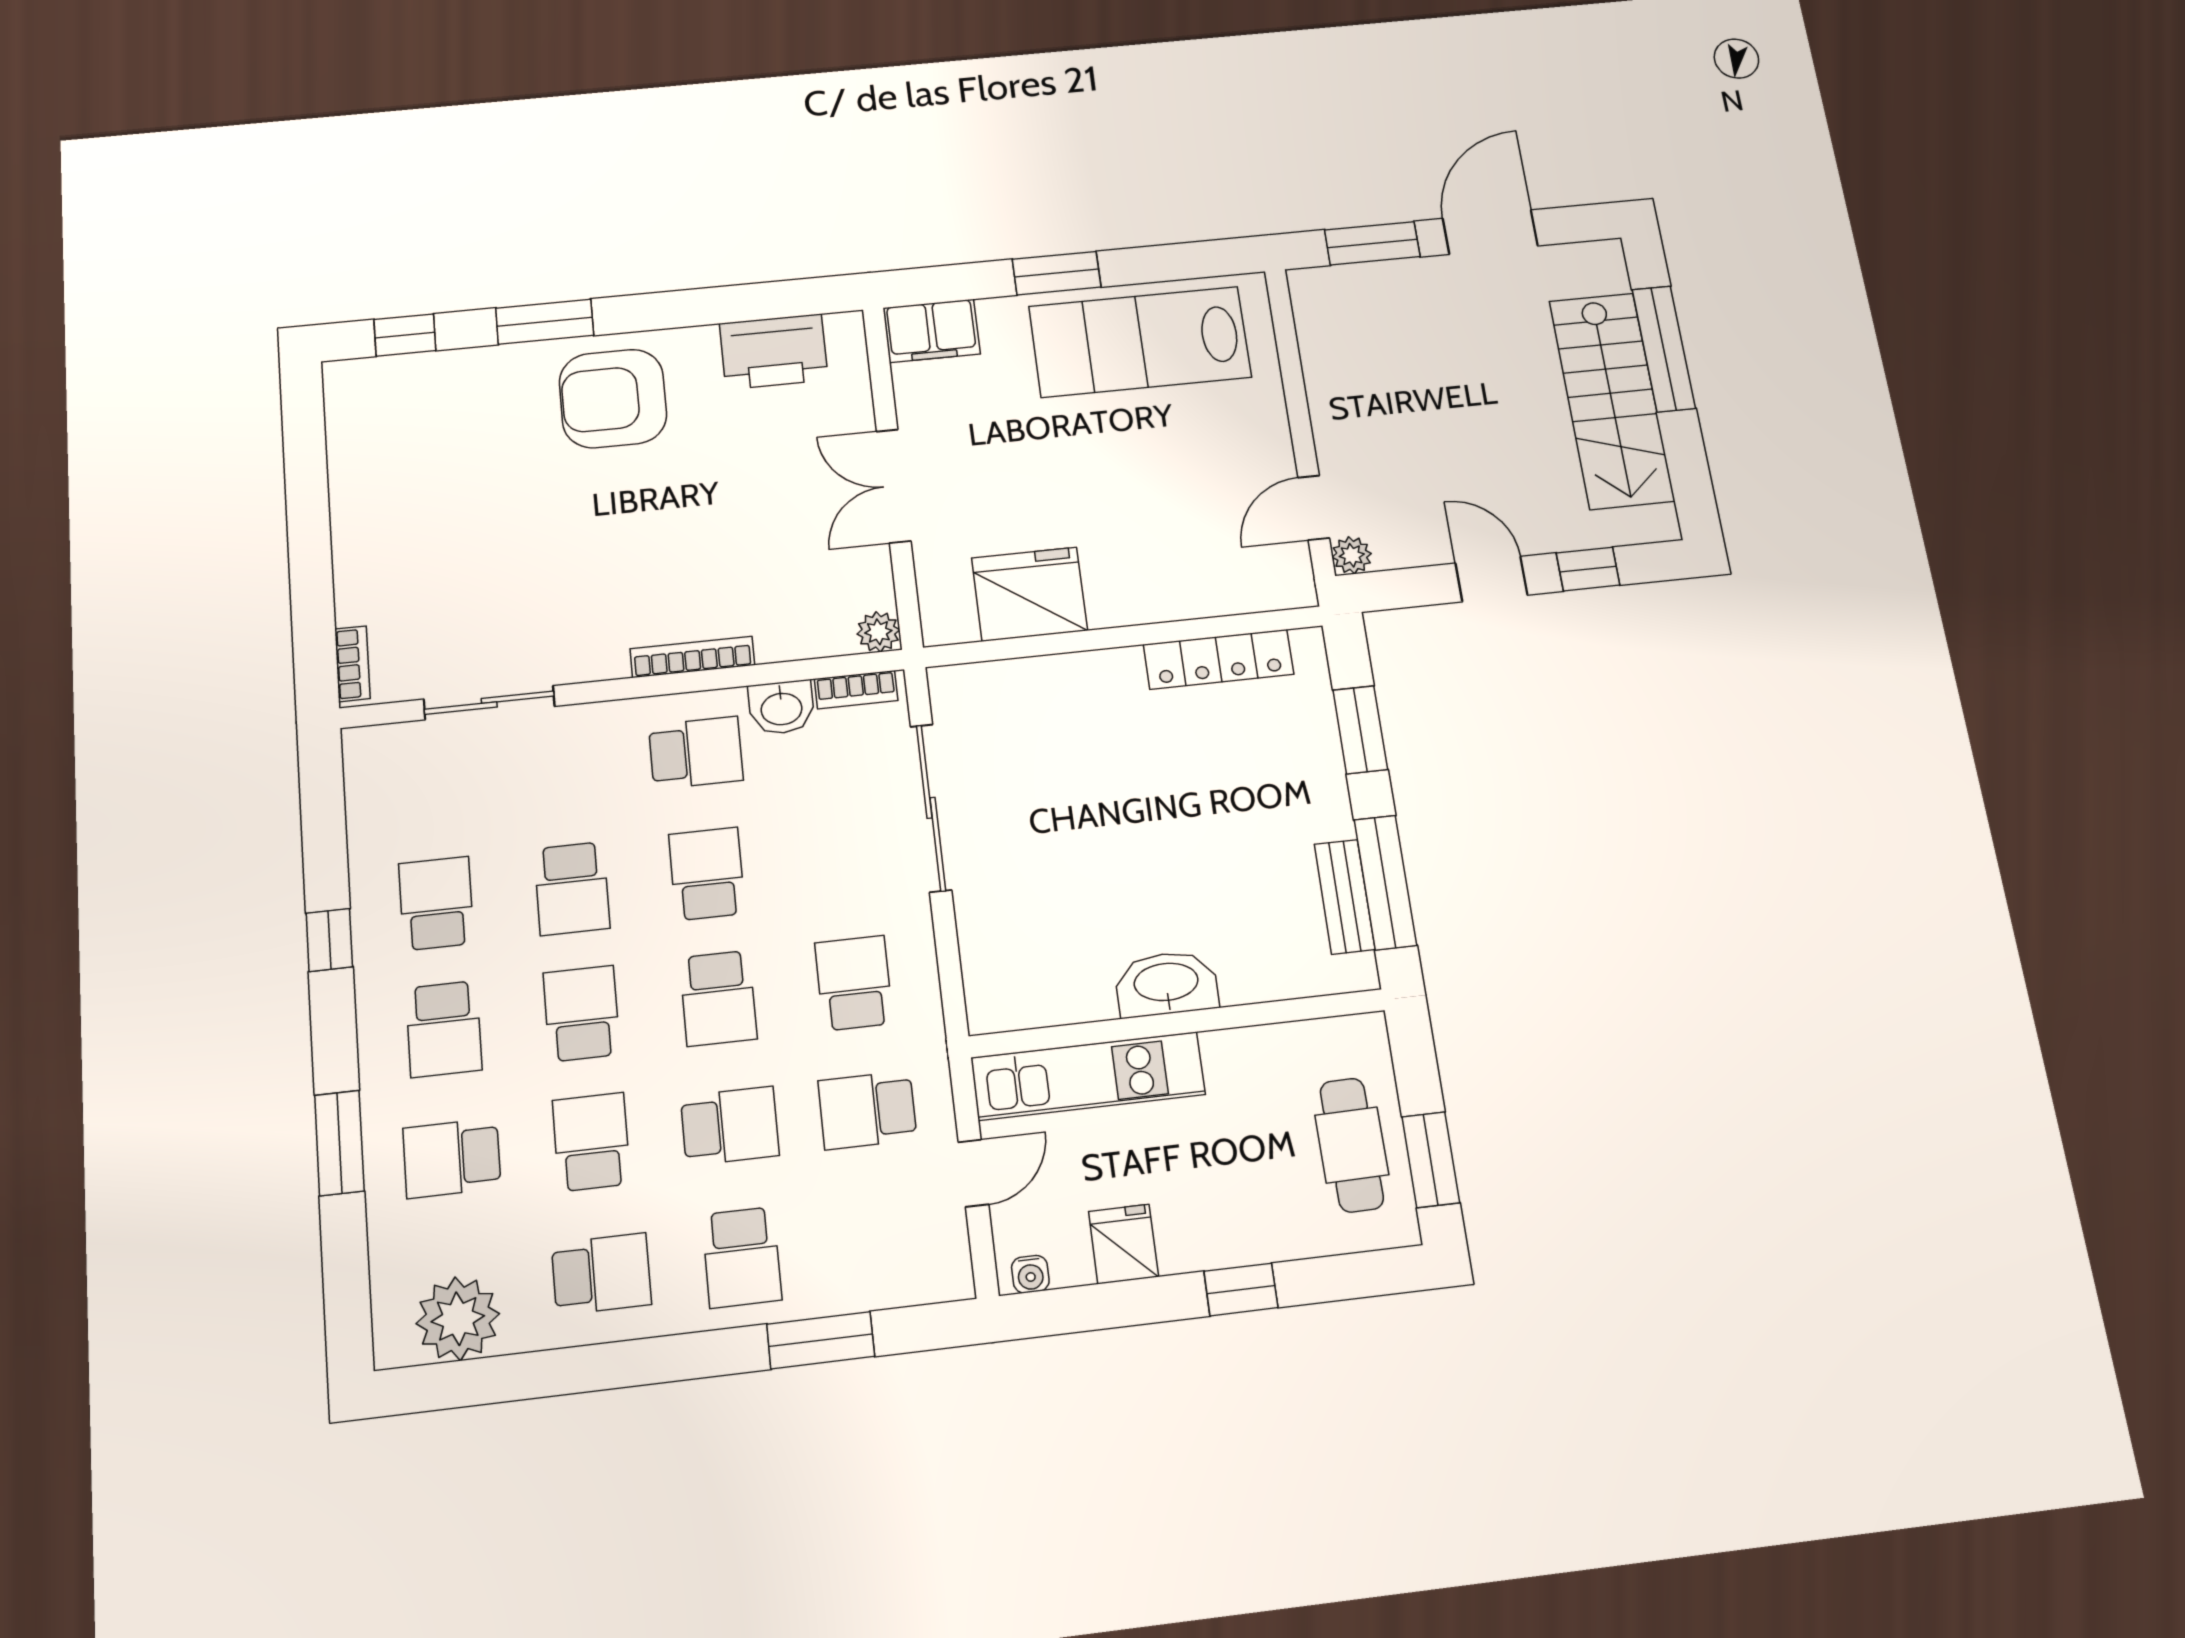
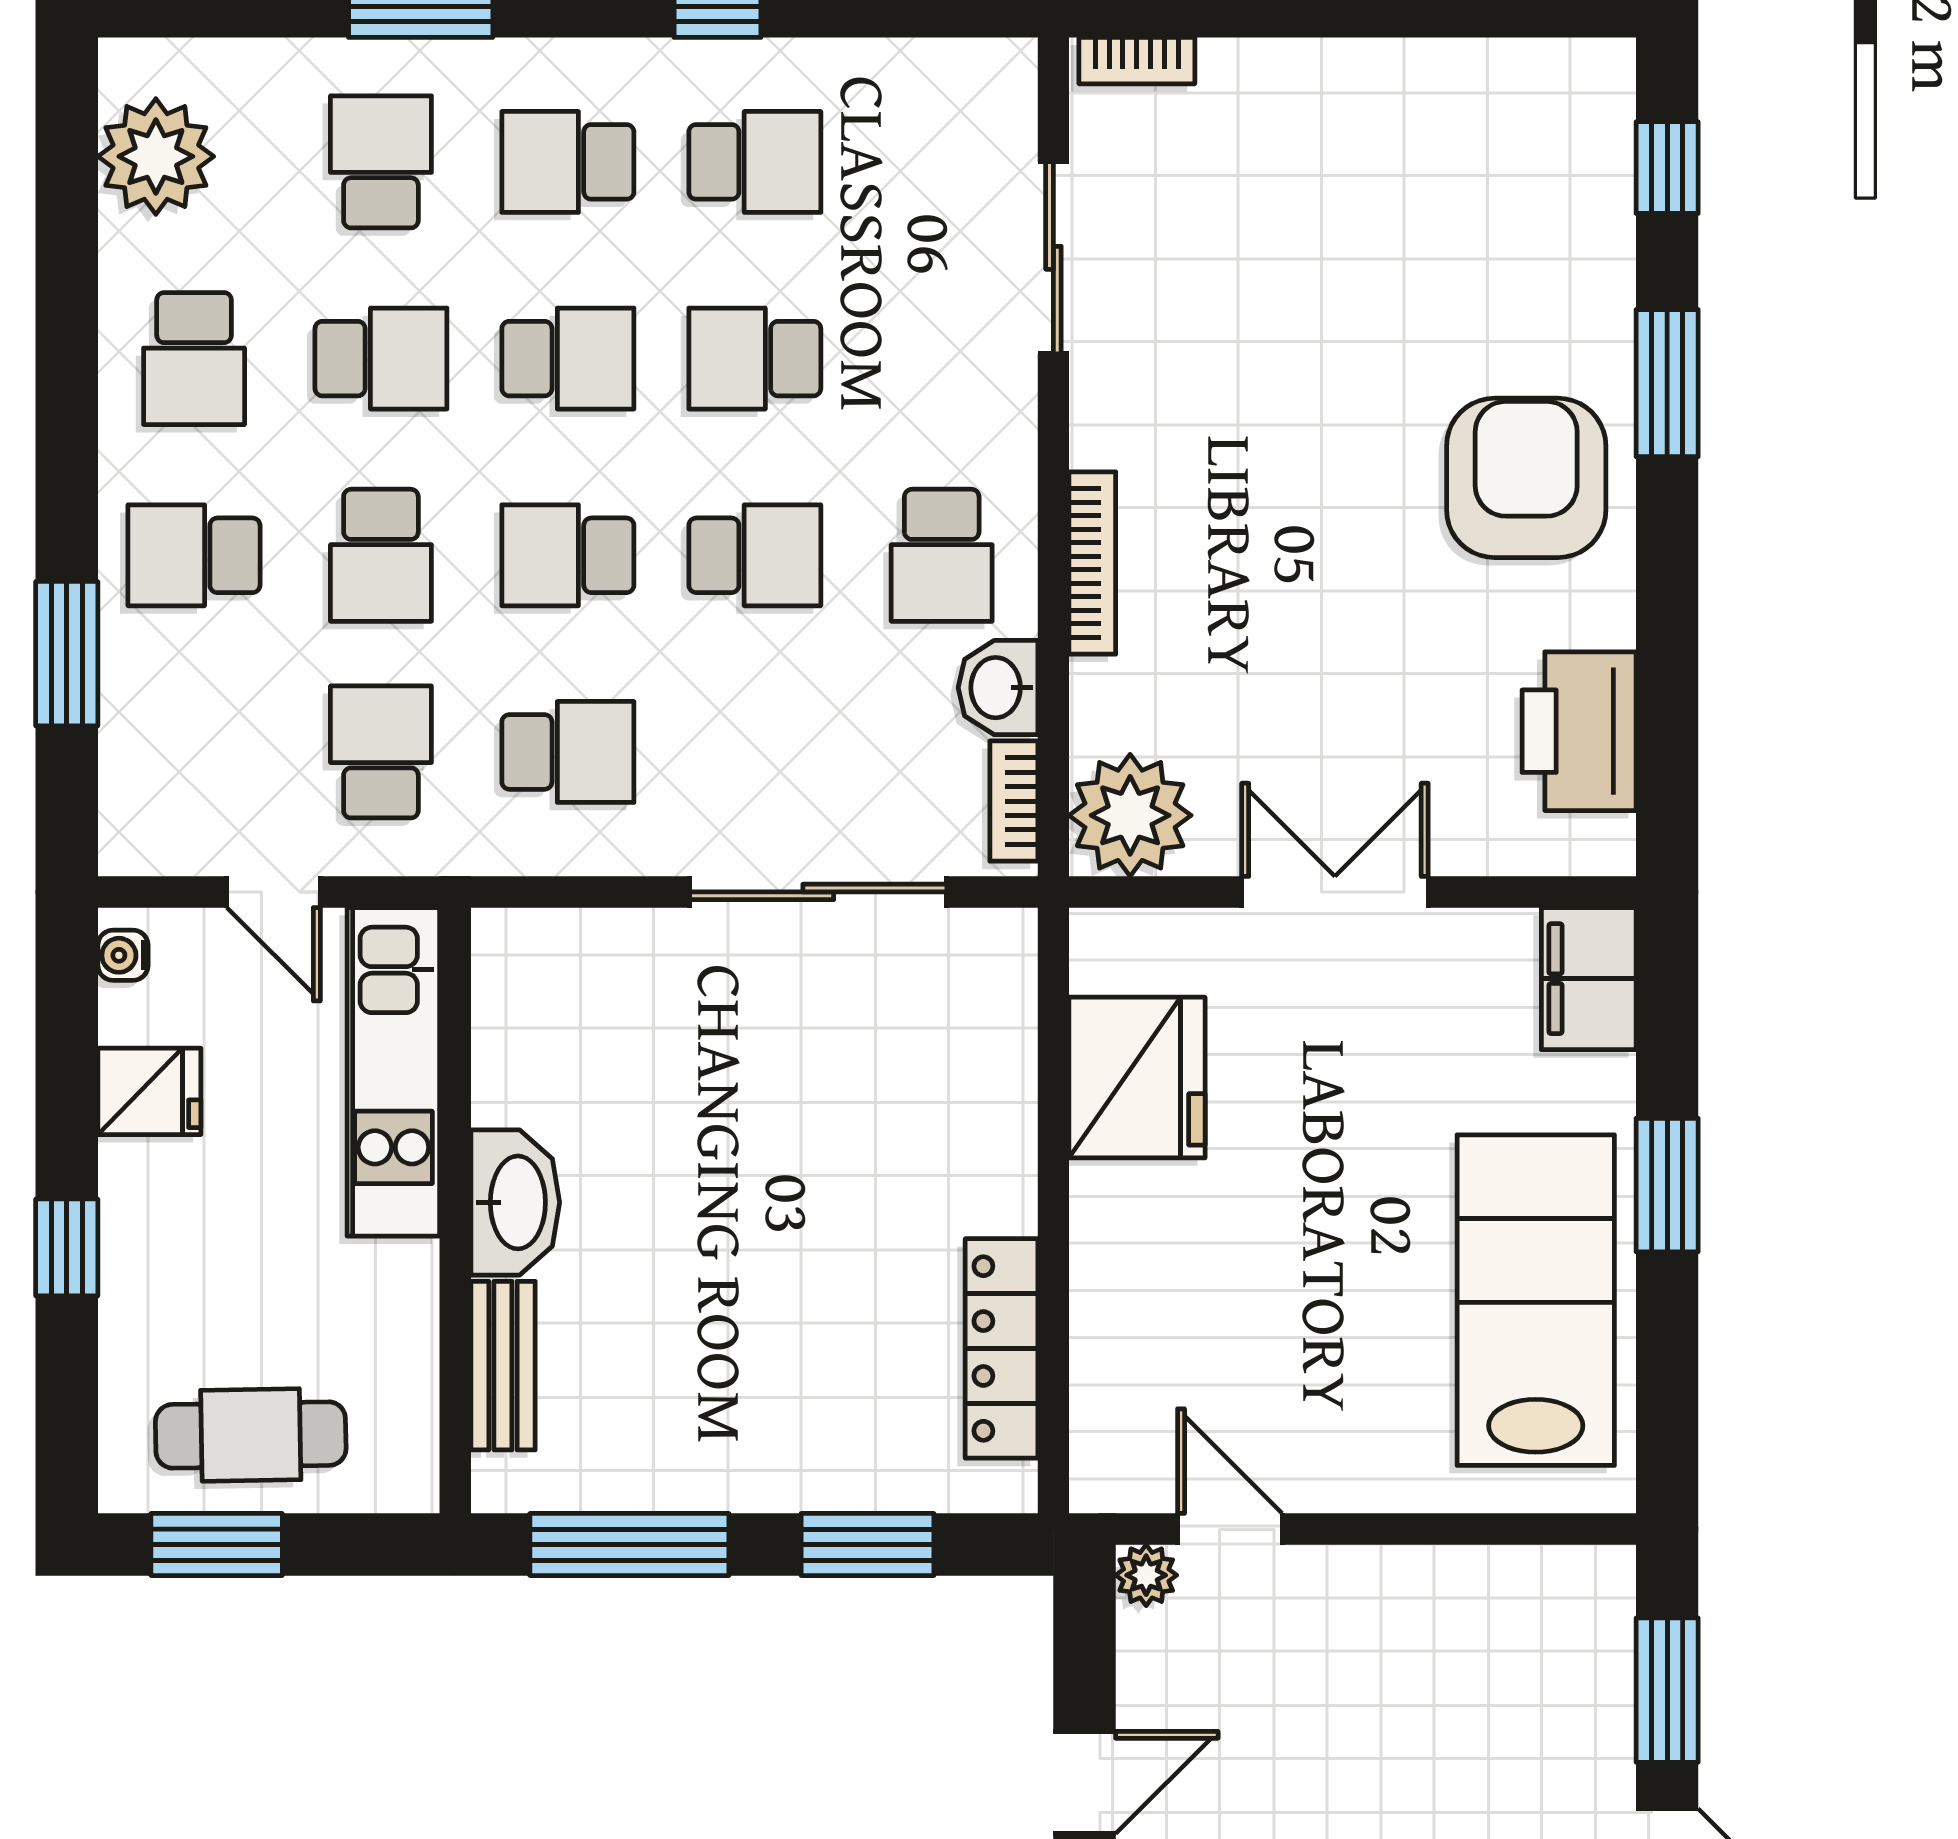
plant: (878, 632) -> (1130, 815), width x1.87, depth x1.87
bench: (1345, 897) -> (503, 1366), moved, turned 90

